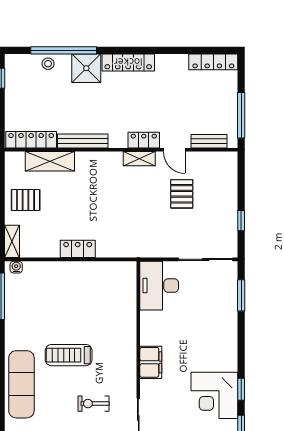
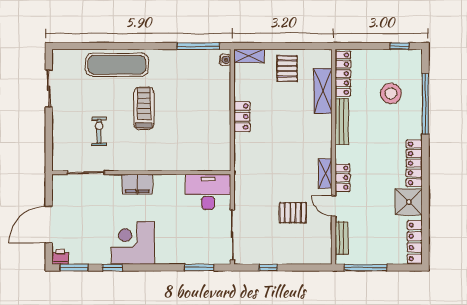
stool: (48, 64) -> (391, 93), moved, width x1.89, depth x1.89
shower: (86, 68) -> (409, 202), moved
door: (174, 150) -> (334, 206), hinge flipped
corner desk: (214, 395) -> (133, 243), moved

